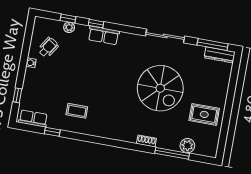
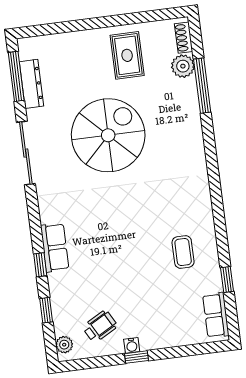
plant: (69, 27) -> (64, 345), moved
wheelchair: (48, 47) -> (100, 327), turned 118
dresser: (220, 55) -> (32, 84), moved
window: (17, 95) -> (137, 357), moved
shoe rack: (146, 141) -> (184, 38), moved

